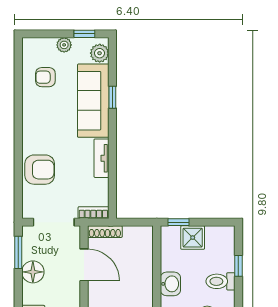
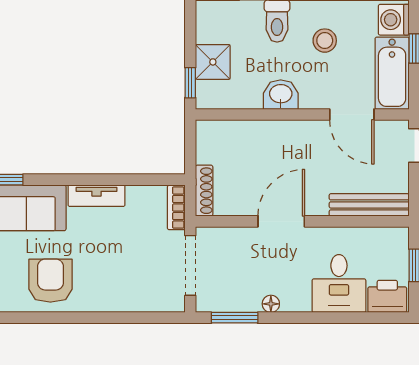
armchair: (40, 170) -> (50, 281), moved
door: (84, 265) -> (281, 221), moved
floor lamp: (33, 272) -> (271, 304), width x0.53, depth x0.53

